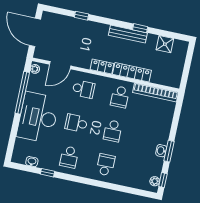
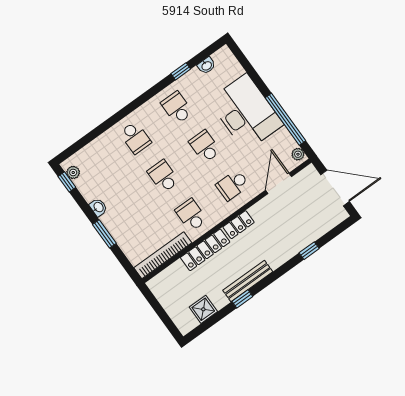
school desk: (76, 123) -> (205, 146), turned -90
window: (169, 151) -> (104, 234), moved

